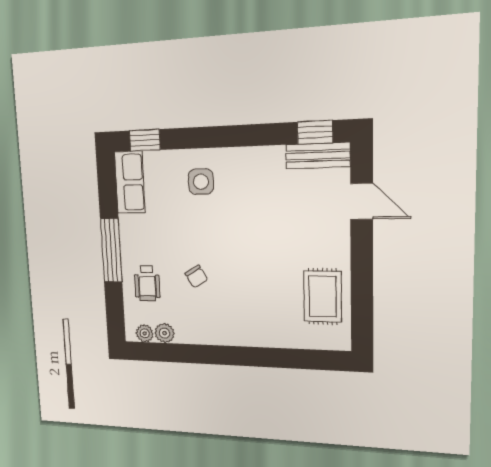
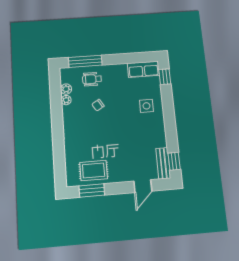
window: (111, 250) -> (85, 61), moved
window: (362, 303) -> (92, 191), added
plant: (145, 333) -> (66, 100), moved

